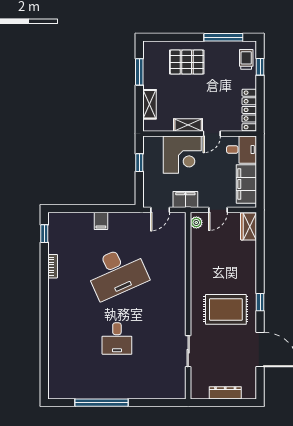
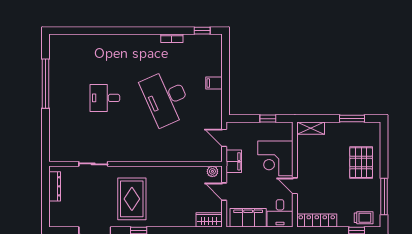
shelving: (150, 104) -> (311, 128), moved
shelving: (188, 125) -> (303, 164), removed
dresser: (225, 393) -> (55, 186), moved

